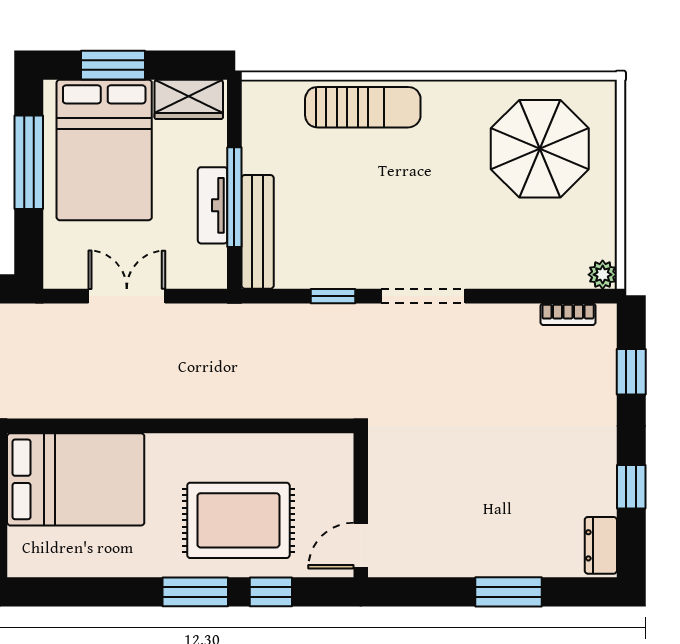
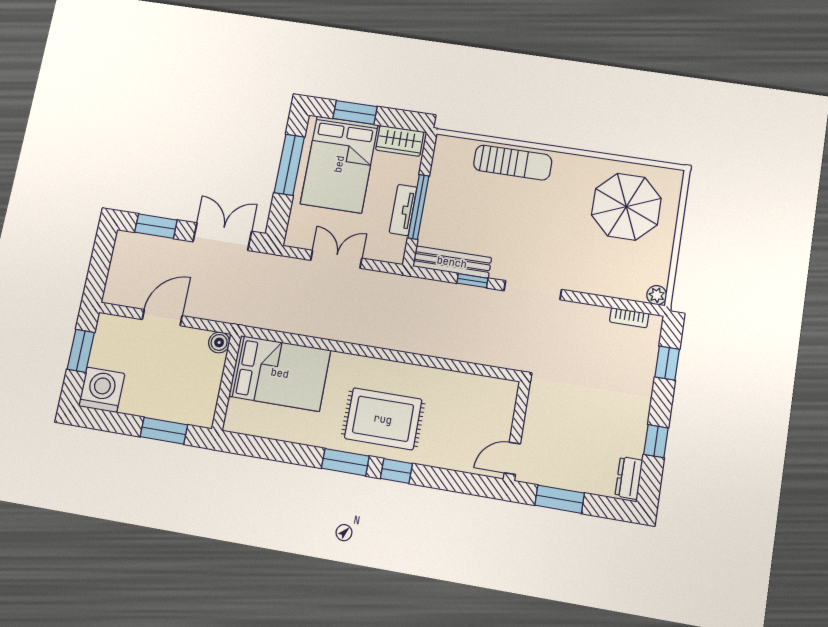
bench: (258, 232) -> (452, 262), moved, turned 90
wall: (361, 505) -> (517, 431), moved
door: (361, 546) -> (512, 458), moved

